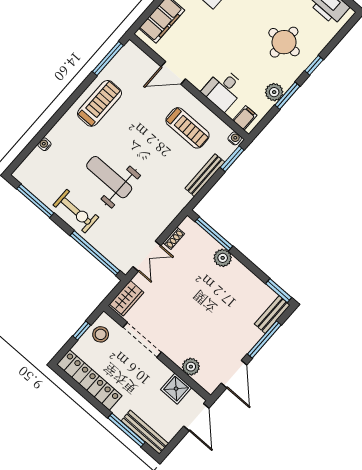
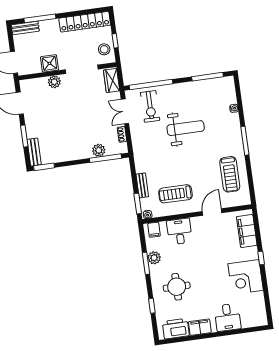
window: (108, 58) -> (245, 141), moved
window: (314, 65) -> (152, 306), moved
treadmill: (99, 103) -> (230, 174), moved
bench: (205, 175) -> (142, 185), width x0.73
exercise bike: (76, 211) -> (150, 106), moved, turned -90
plant: (223, 258) -> (99, 150), moved
window: (264, 339) -> (24, 136), width x0.69
plant: (191, 367) -> (54, 82), moved
shower: (176, 389) -> (49, 63), moved
bench: (145, 432) -> (25, 28), width x0.73

